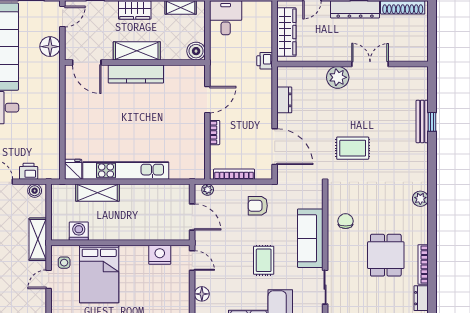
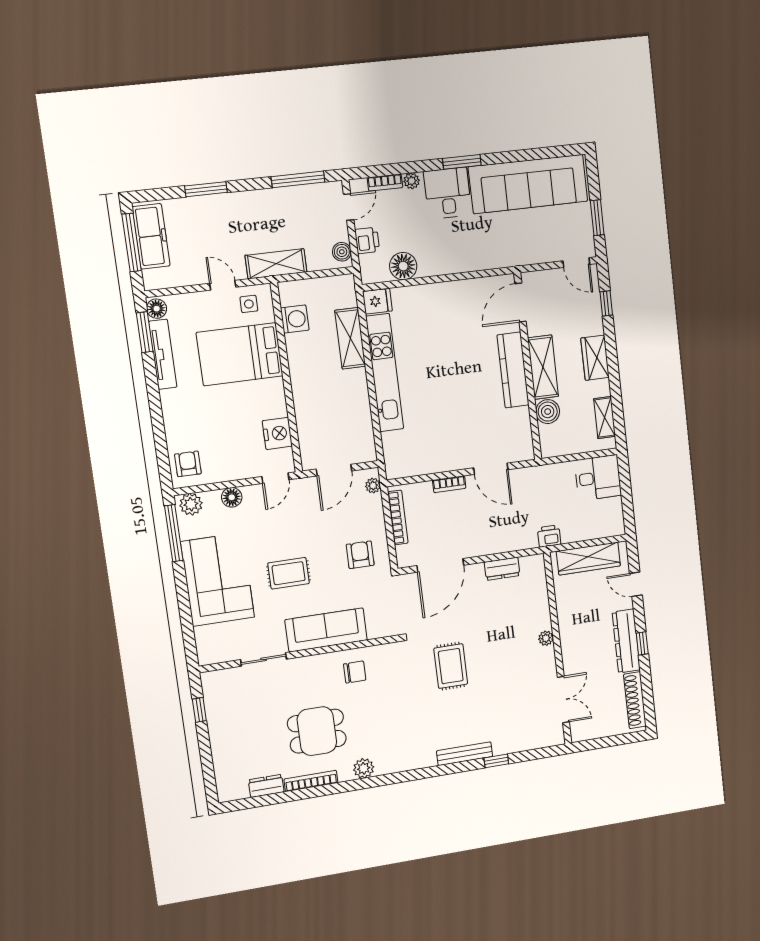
floor lamp: (50, 47) -> (403, 266), moved
boiler: (196, 51) -> (548, 412), moved
double door: (370, 64) -> (563, 700), moved
plant: (338, 77) -> (546, 638), width x0.53, depth x0.53
bench: (422, 121) -> (465, 754), moved
plant: (420, 199) -> (364, 768), moved

